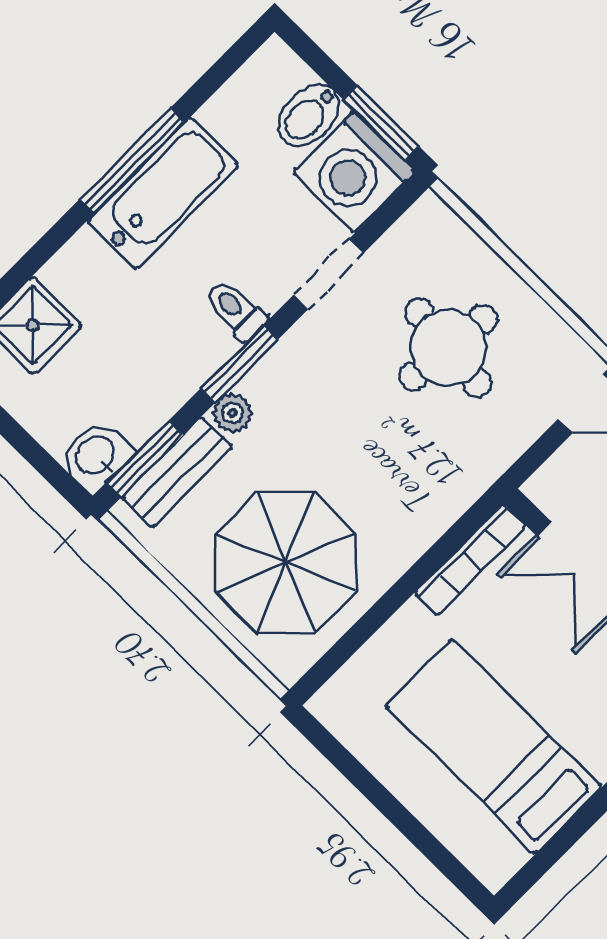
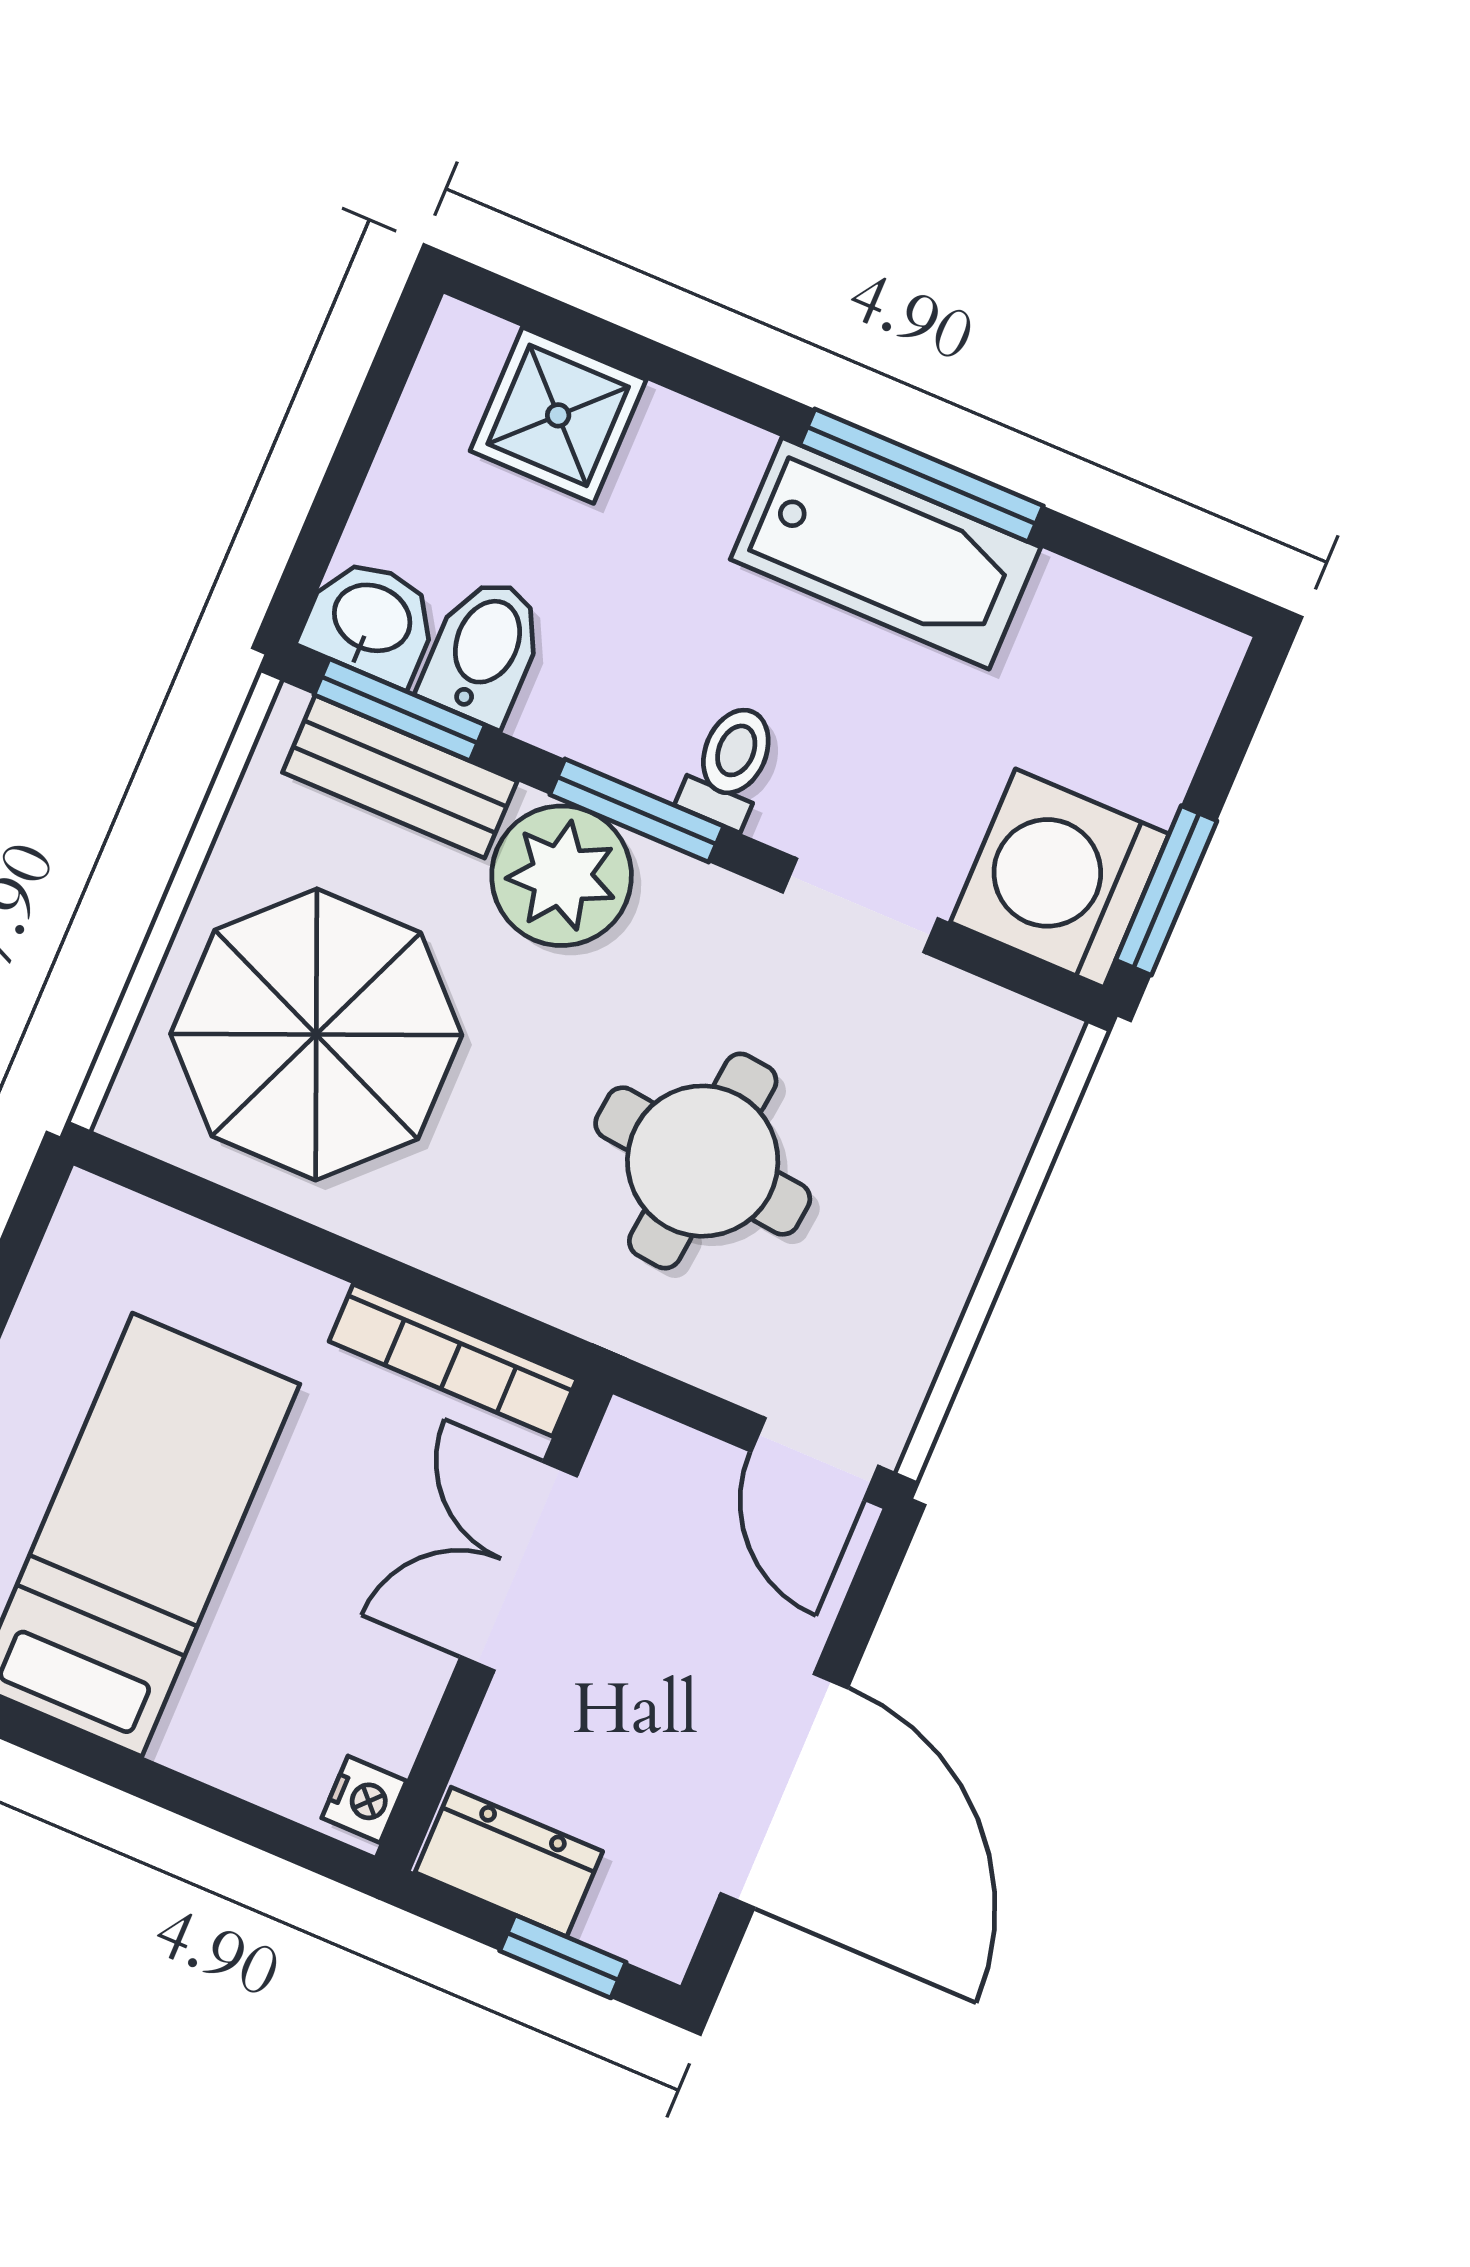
bidet: (309, 115) -> (484, 650), moved, turned 90
round table: (448, 348) -> (703, 1161), moved
plant: (232, 413) -> (562, 876), width x1.87, depth x1.87

